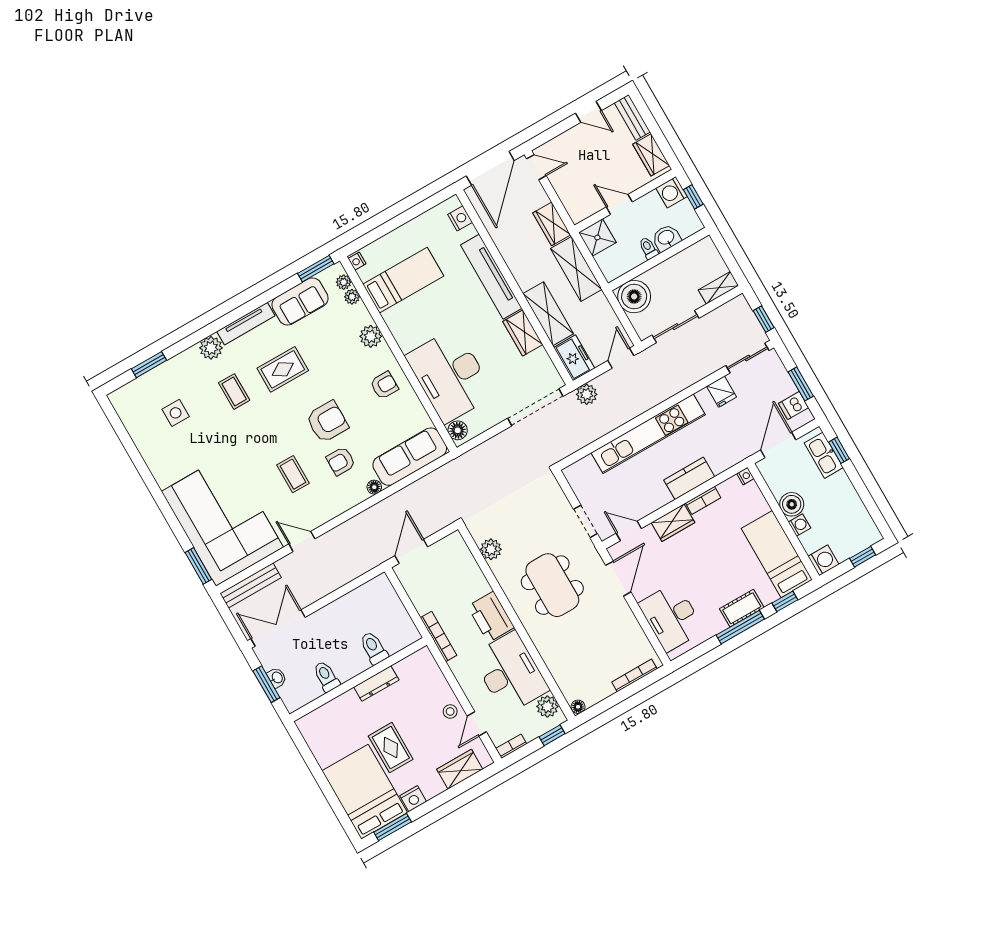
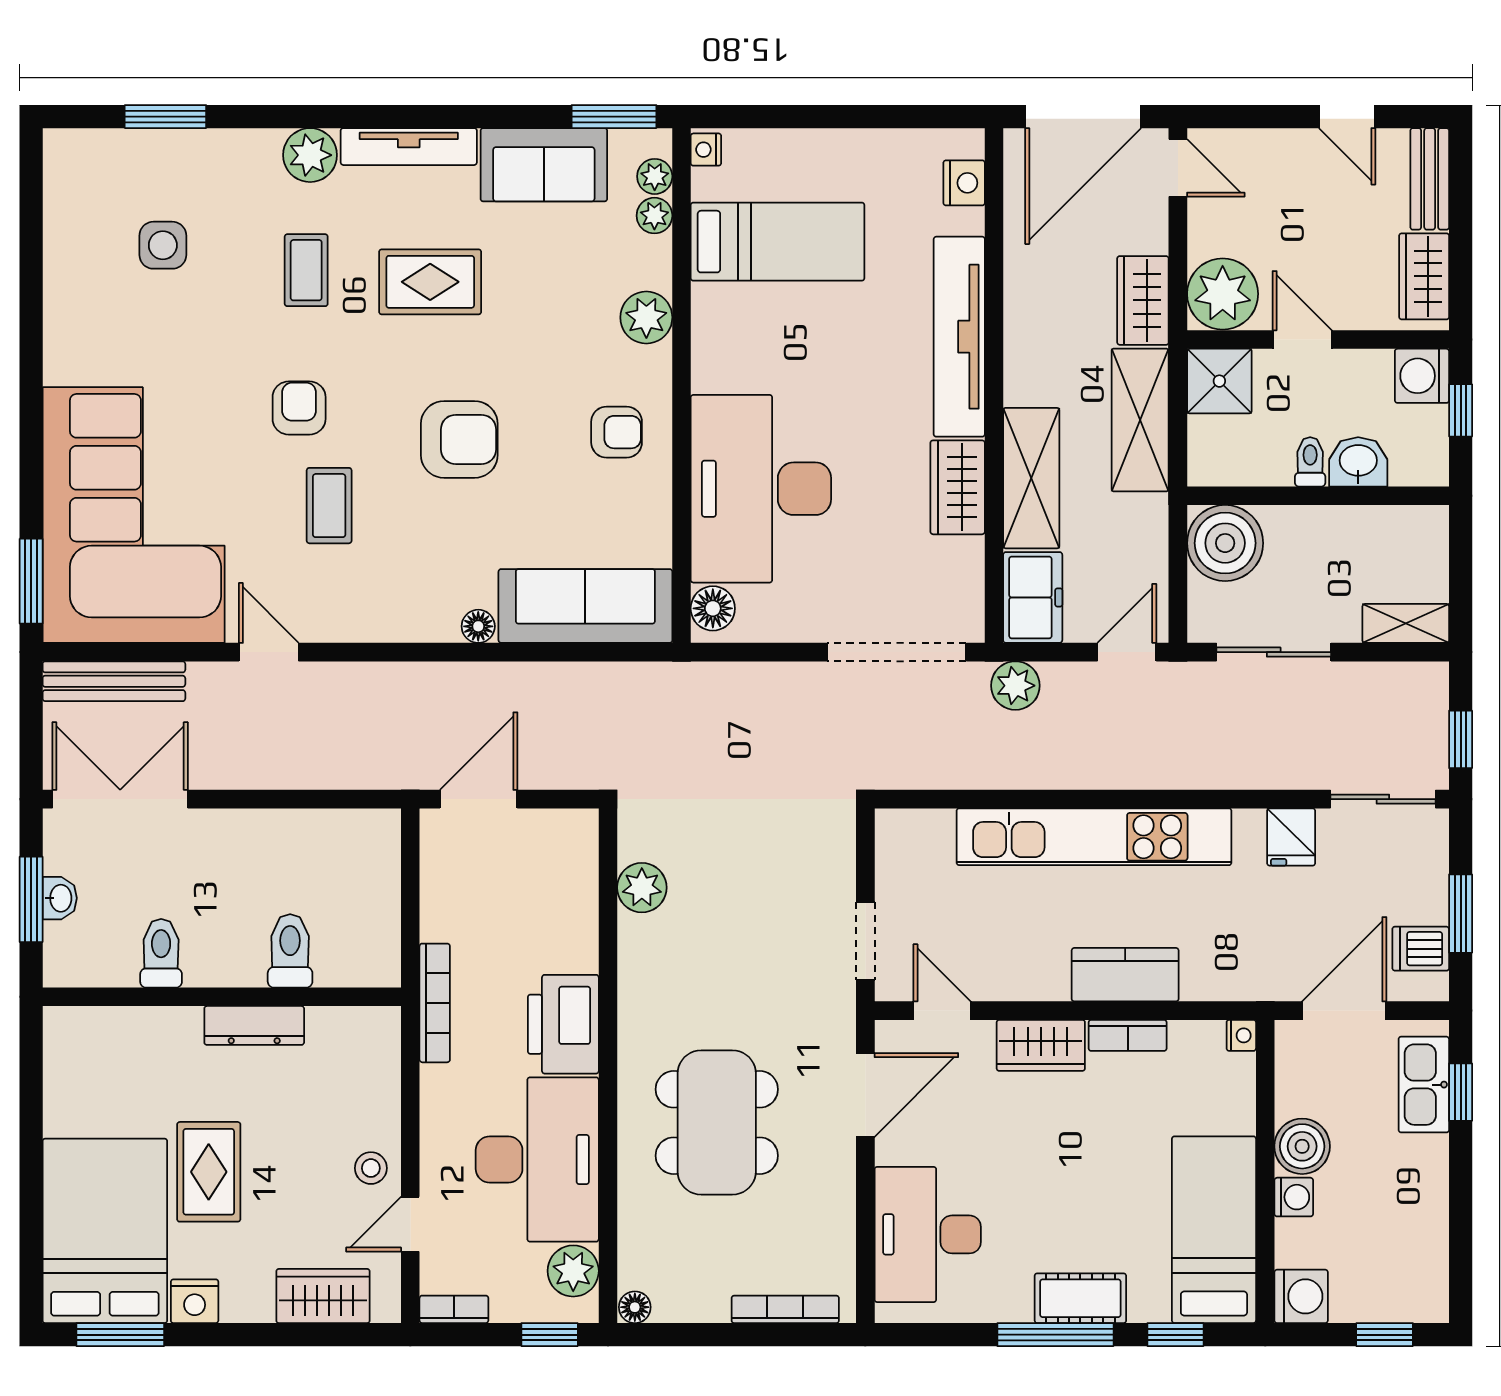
plant: (580, 204) -> (1223, 294), added
armchair: (341, 461) -> (299, 408), moved, turned 90
dining table: (552, 585) -> (717, 1122), moved

